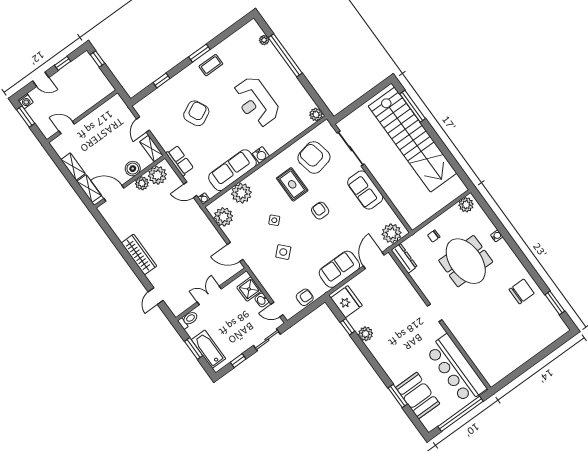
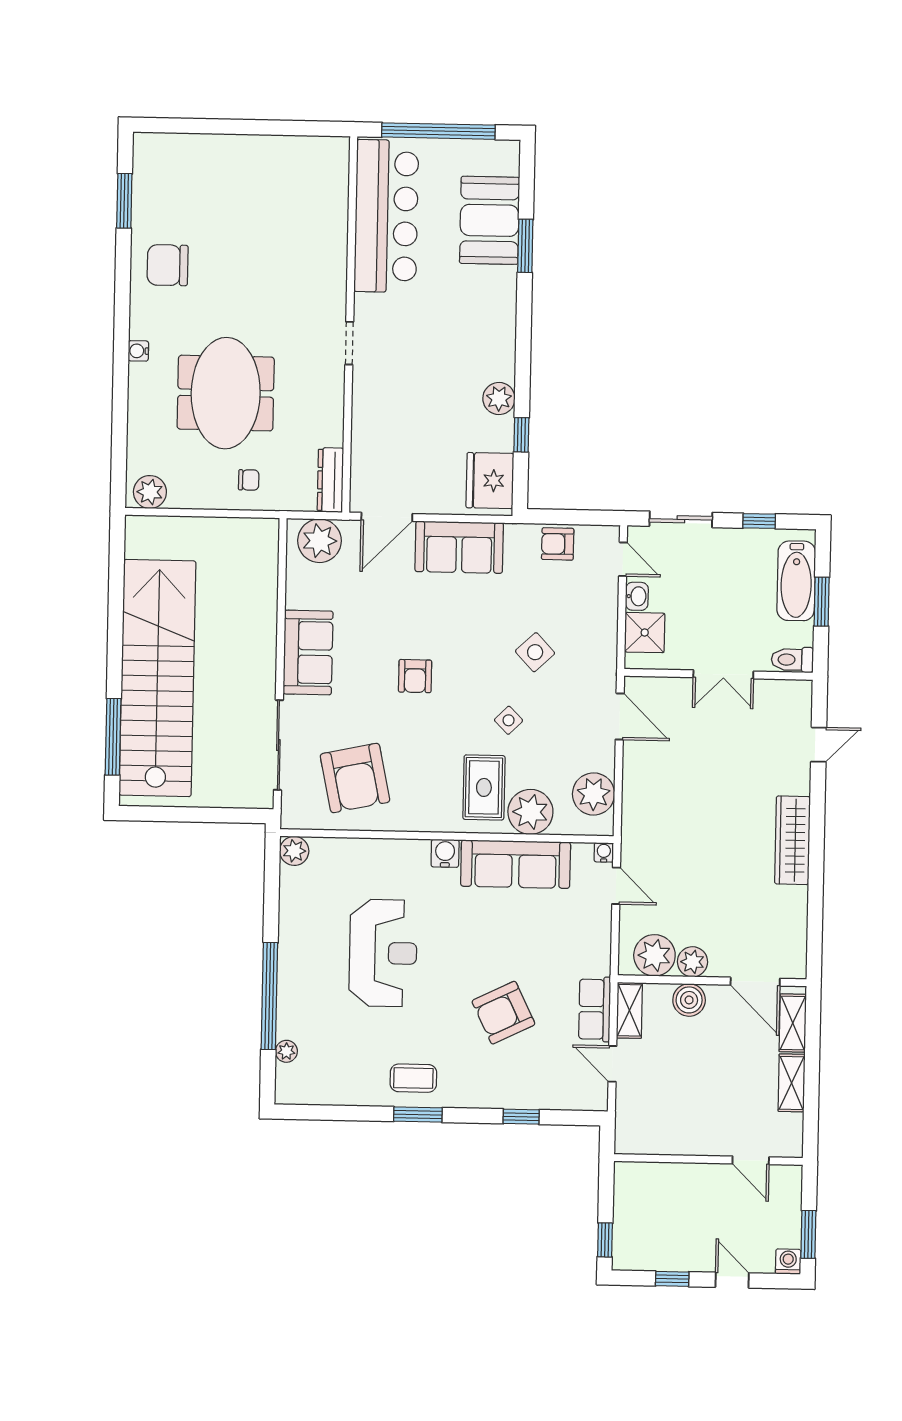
door: (143, 125) -> (612, 1064), swing flipped
row of seats: (180, 161) -> (595, 1009), moved
rug: (292, 184) -> (484, 787), moved
water cooler: (497, 236) -> (138, 351), moved

